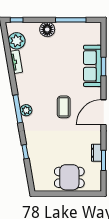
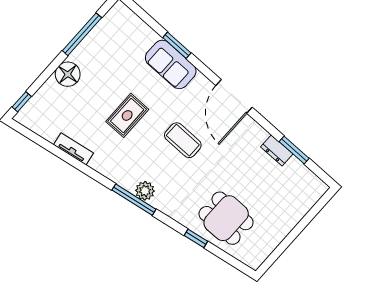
plant: (17, 41) -> (48, 125), removed
sofa: (93, 66) -> (171, 64), width x0.73
rug: (53, 72) -> (127, 115), added
dining table: (69, 177) -> (226, 218), moved, turned 90

